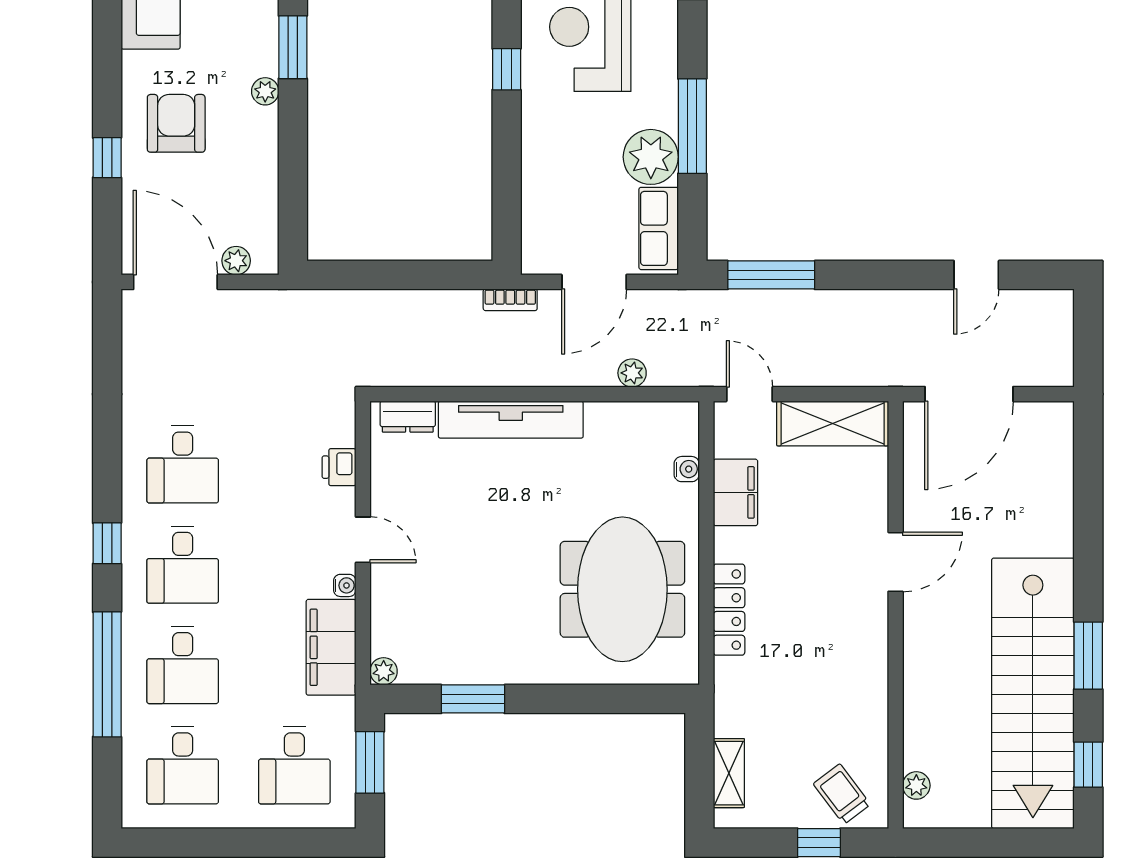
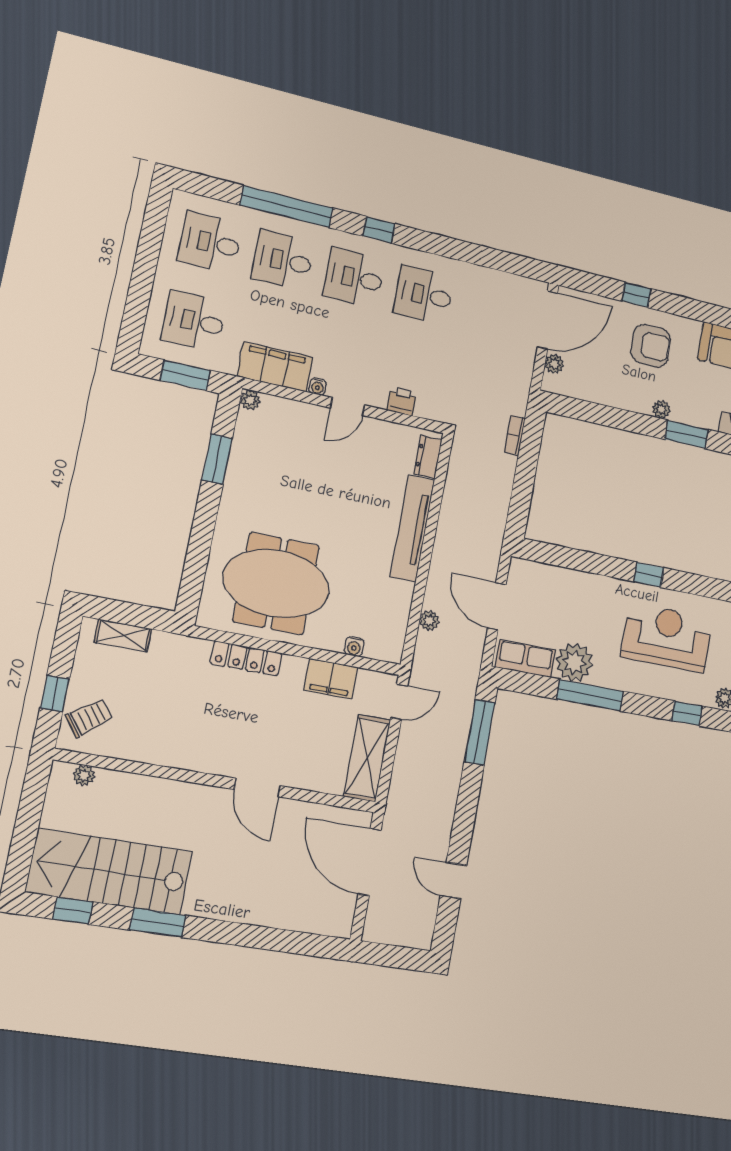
bookcase: (510, 300) -> (515, 435), moved
stairs: (1033, 693) -> (109, 872), width x0.73

